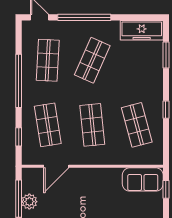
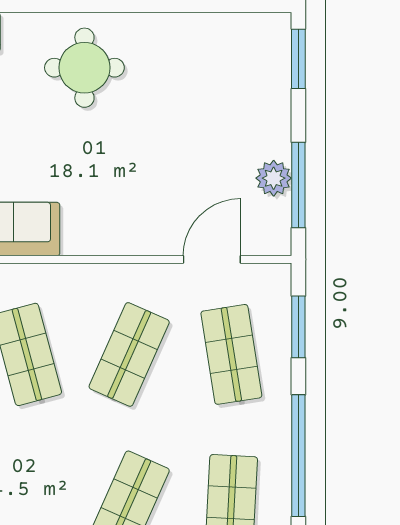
shop shelf: (92, 125) -> (129, 354), turned 30
window: (19, 137) -> (298, 327), width x1.50

